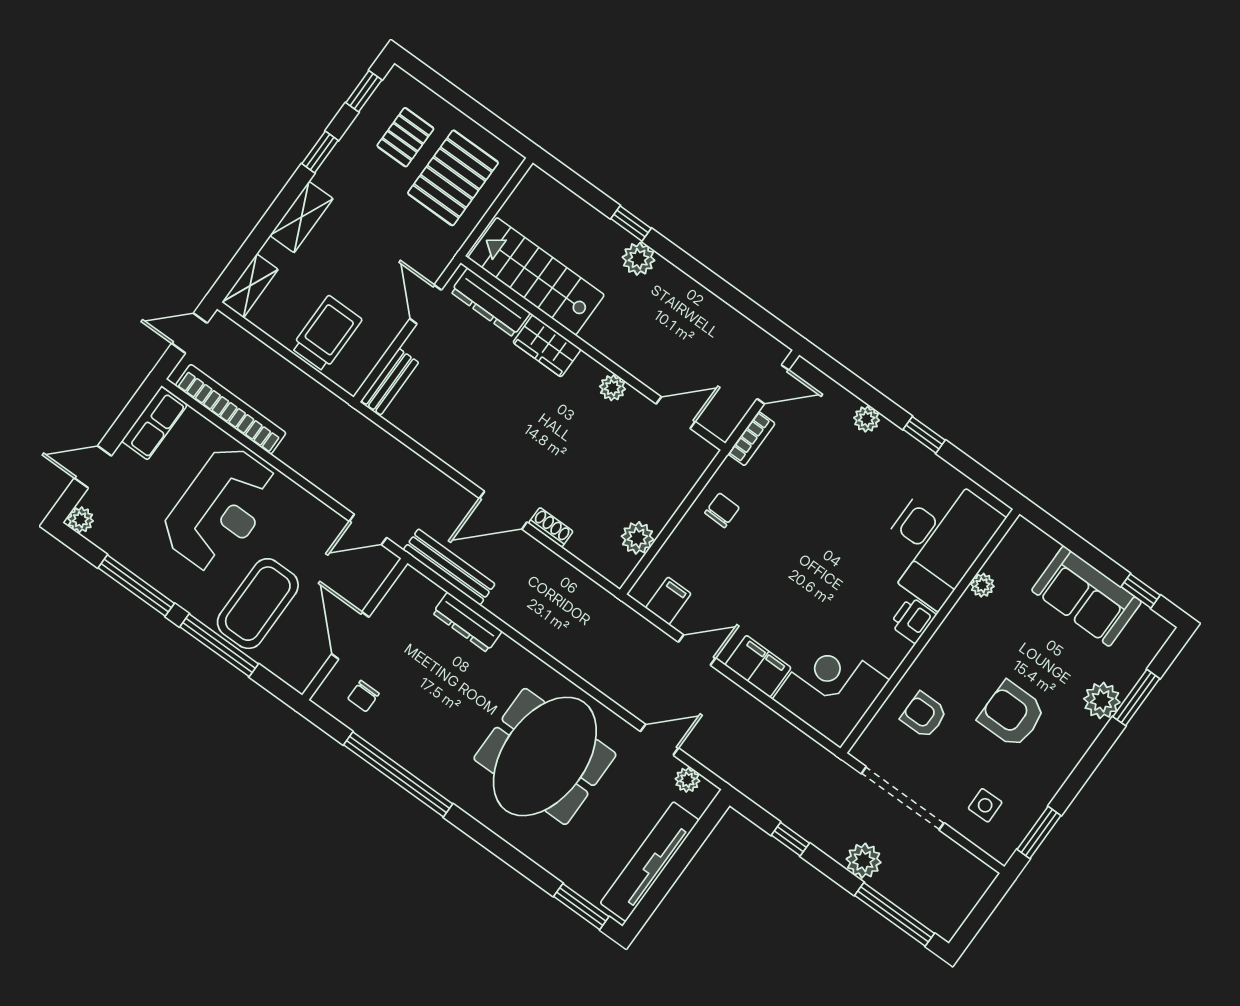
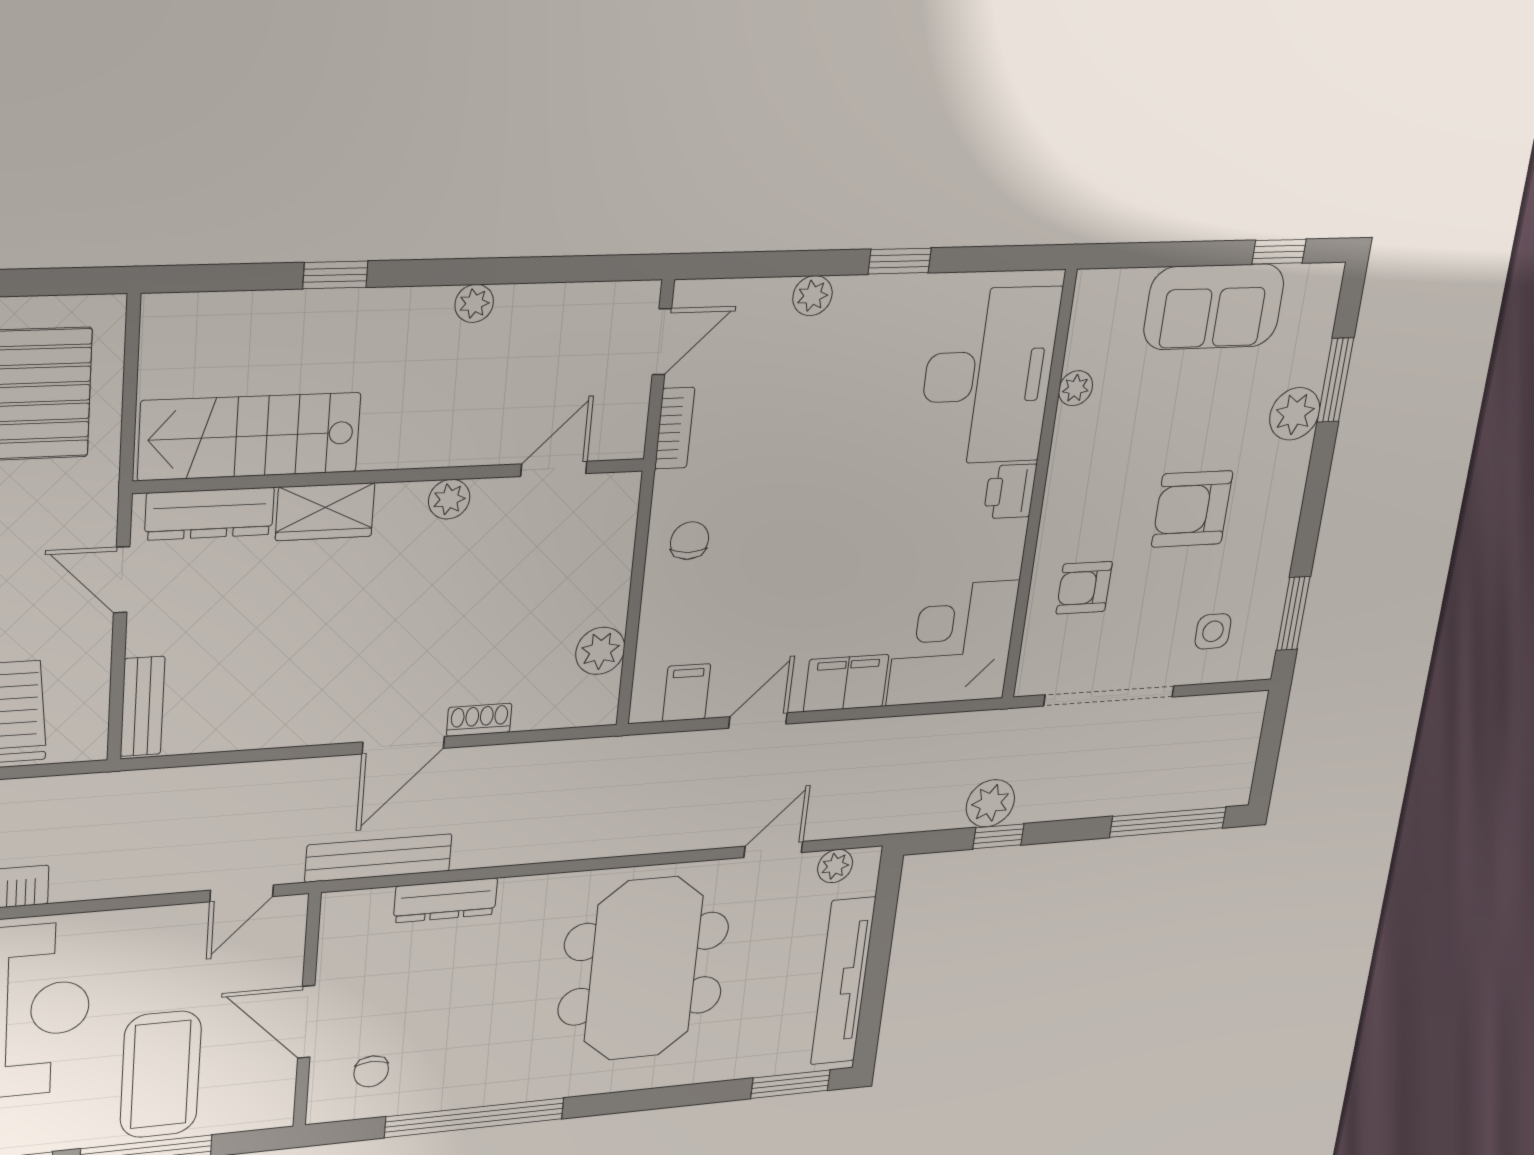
plant: (639, 259) -> (474, 303), moved, width x0.73, depth x0.73
plant: (864, 861) -> (990, 803), moved

